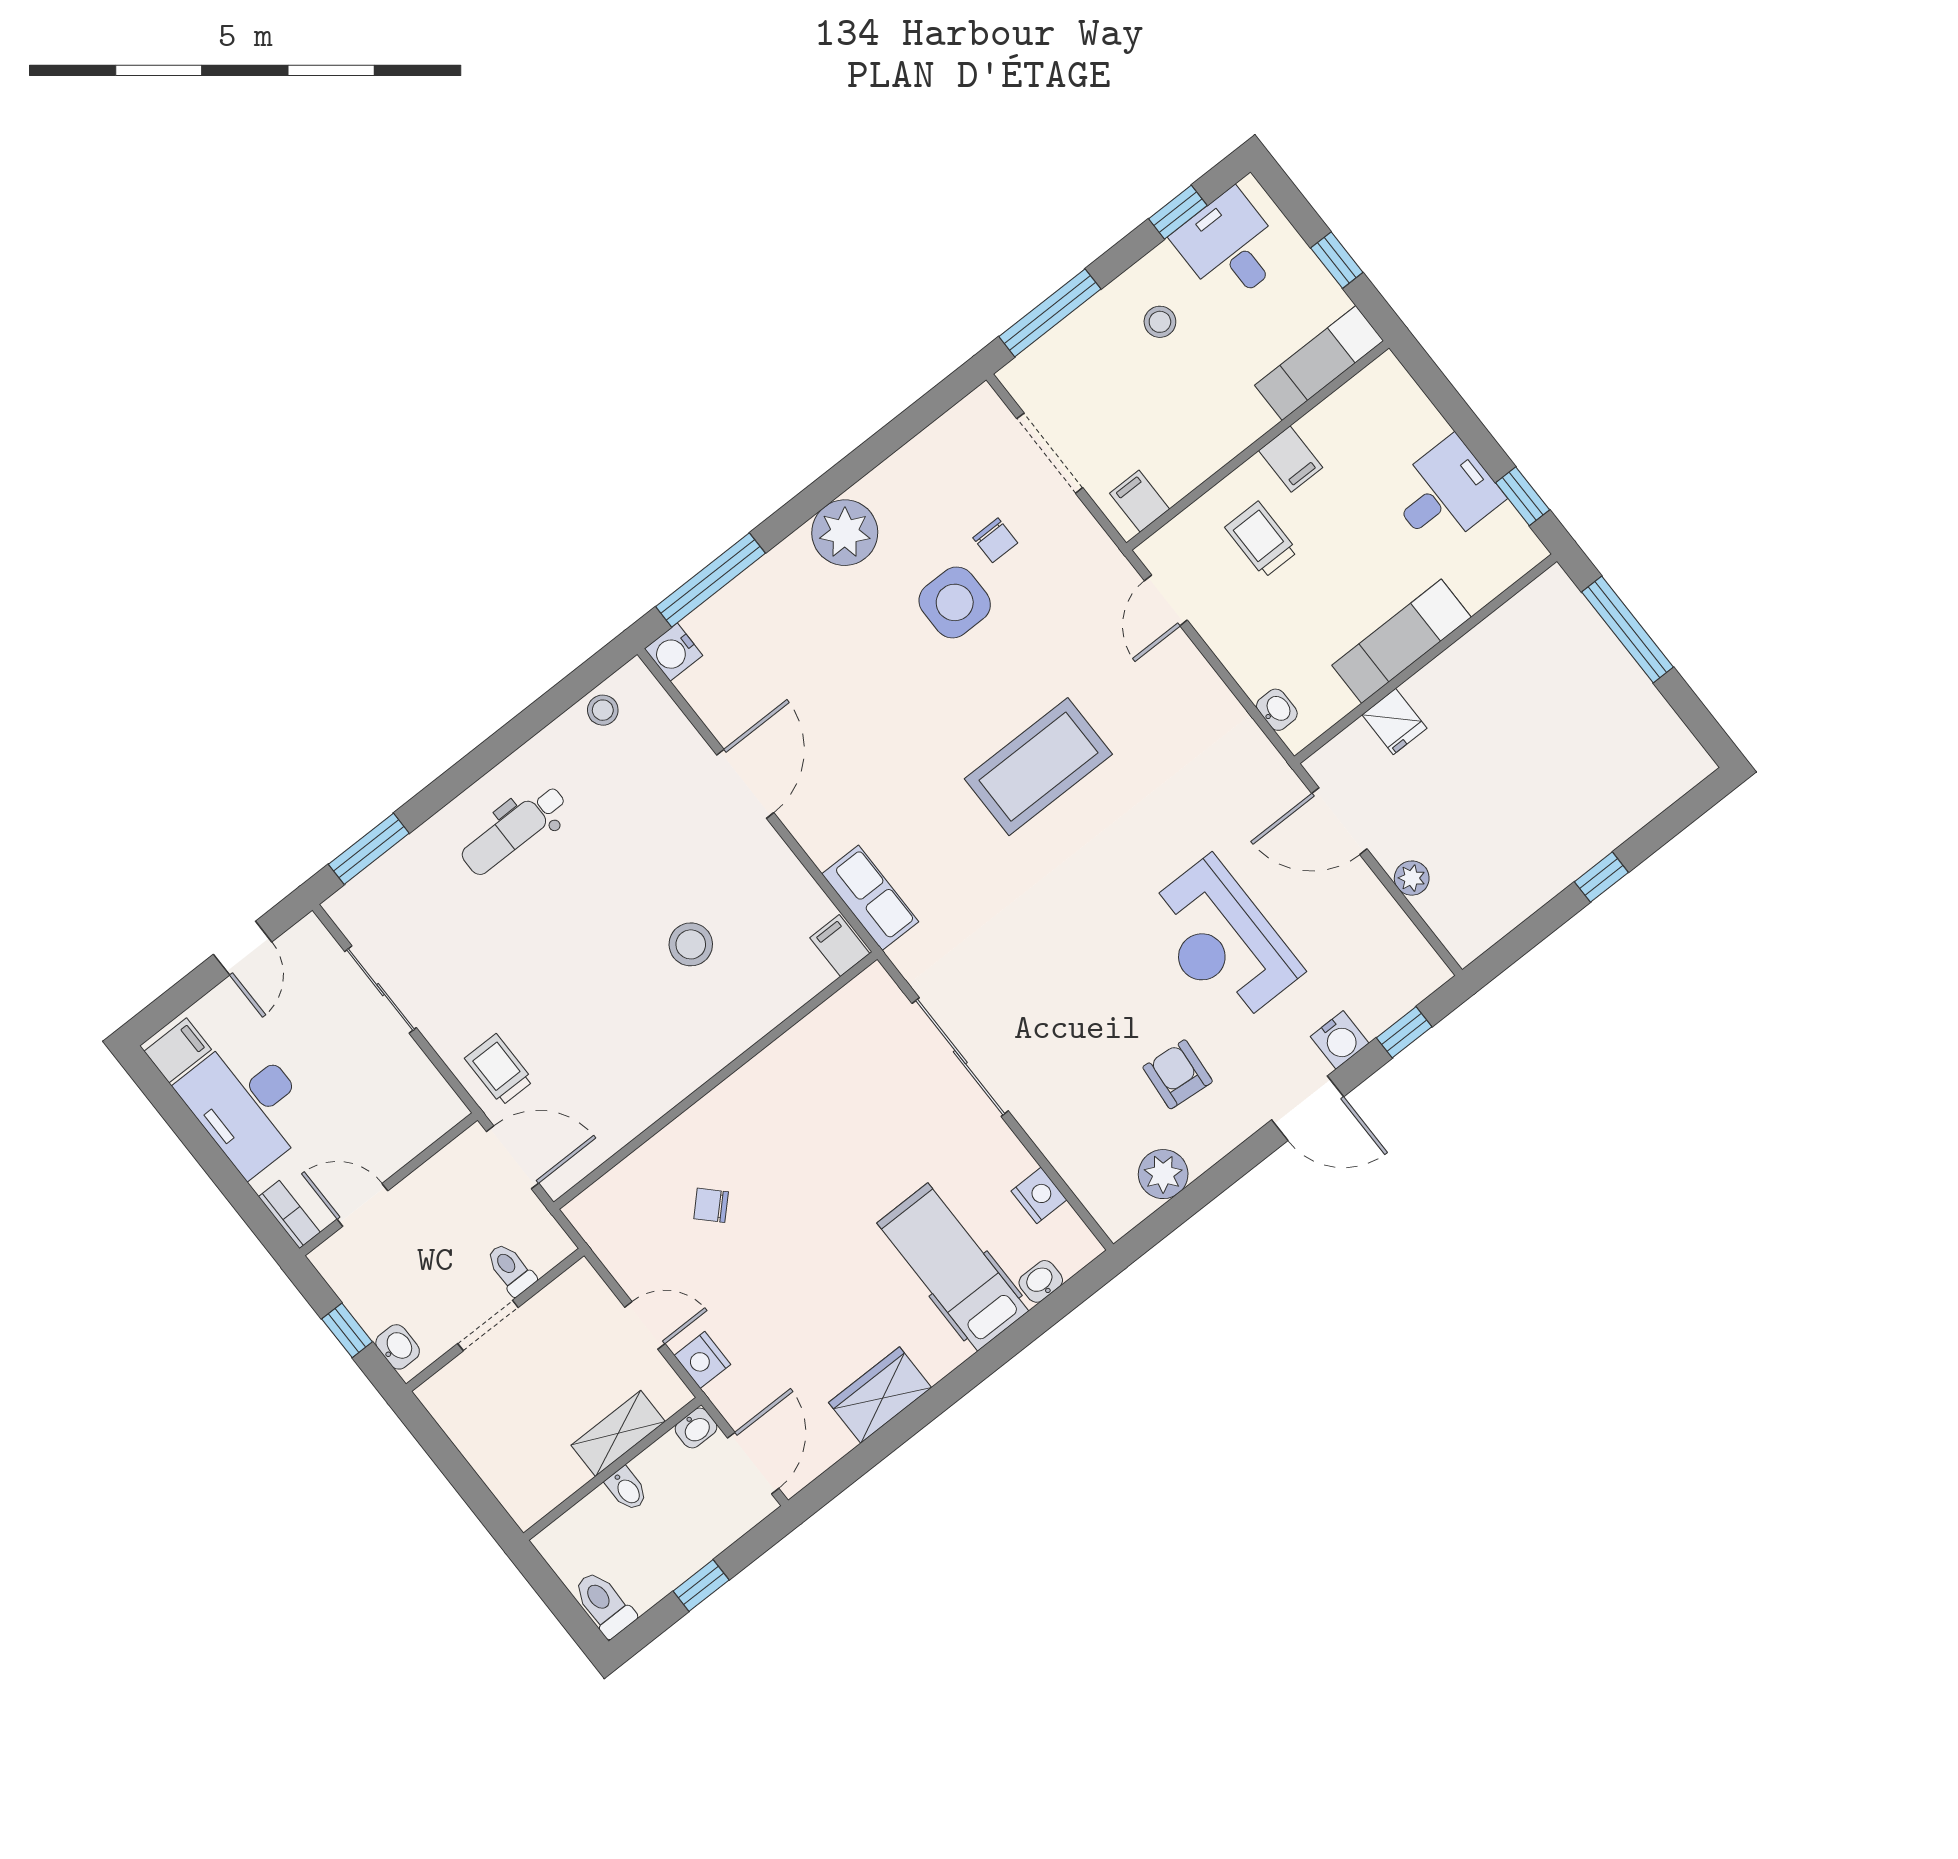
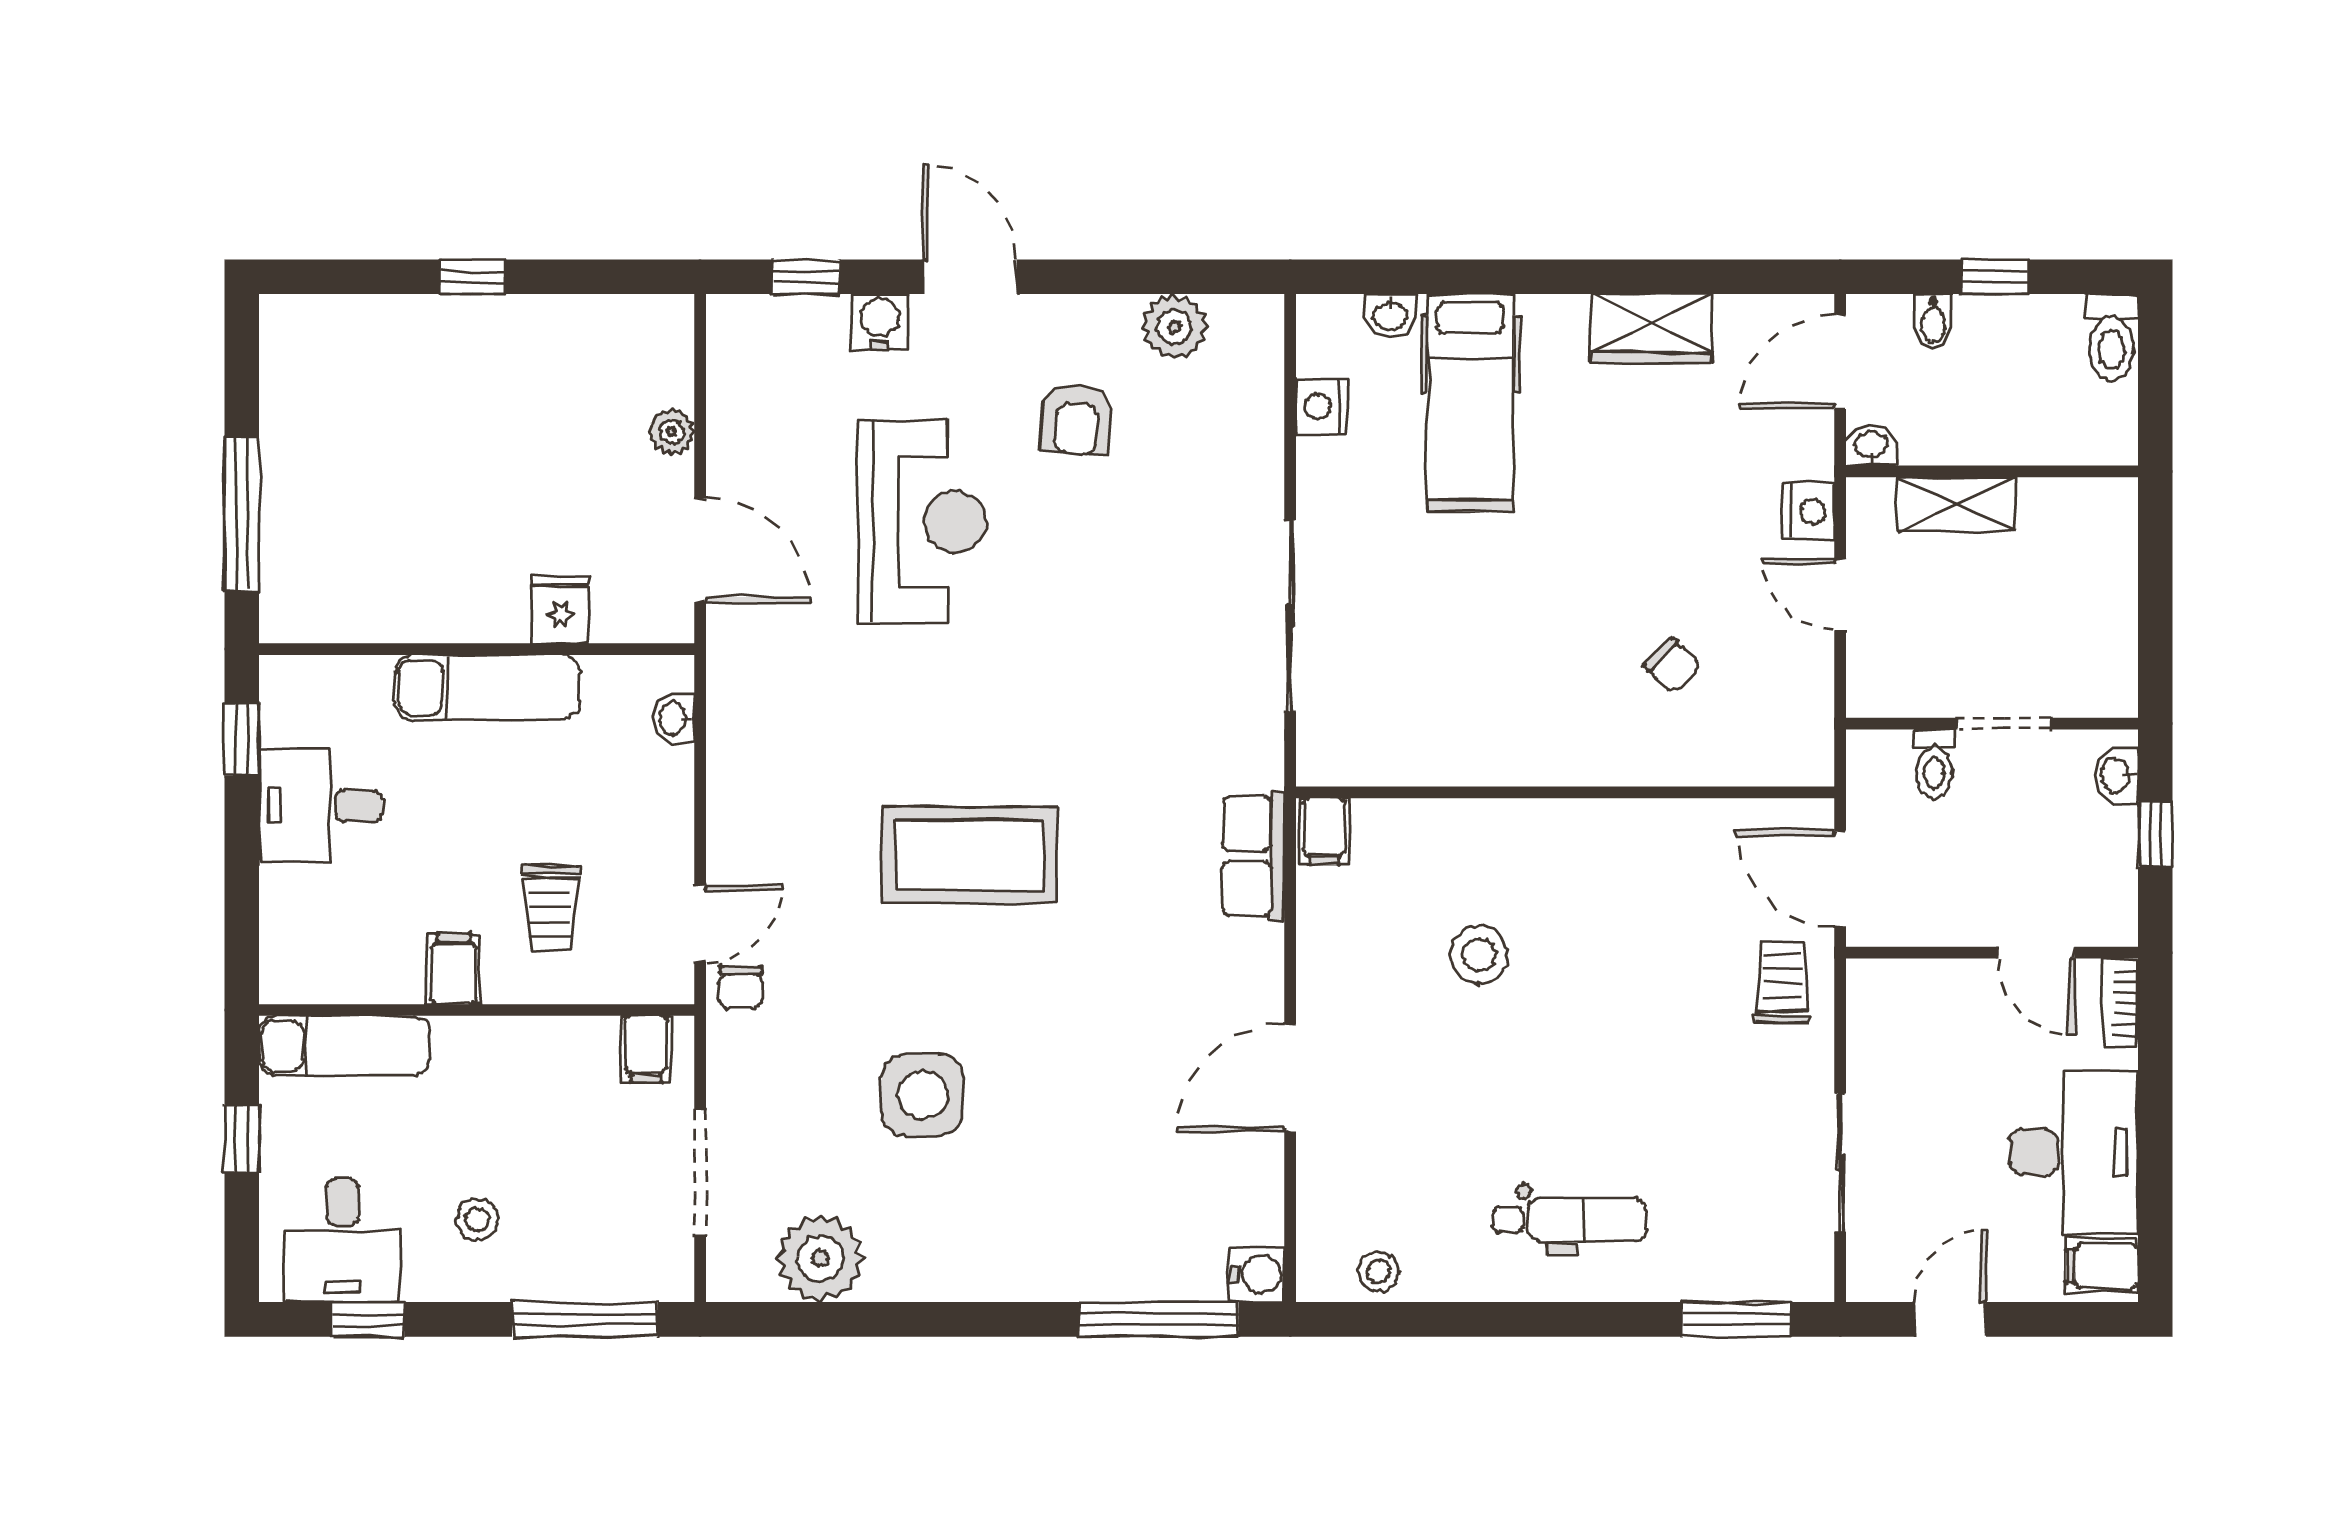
plant: (845, 533) -> (820, 1258), moved
chair: (995, 540) -> (741, 987), moved, turned 180
trolley: (499, 1070) -> (1782, 982), turned 180
bidet: (627, 1489) -> (1933, 321), moved, turned 180

